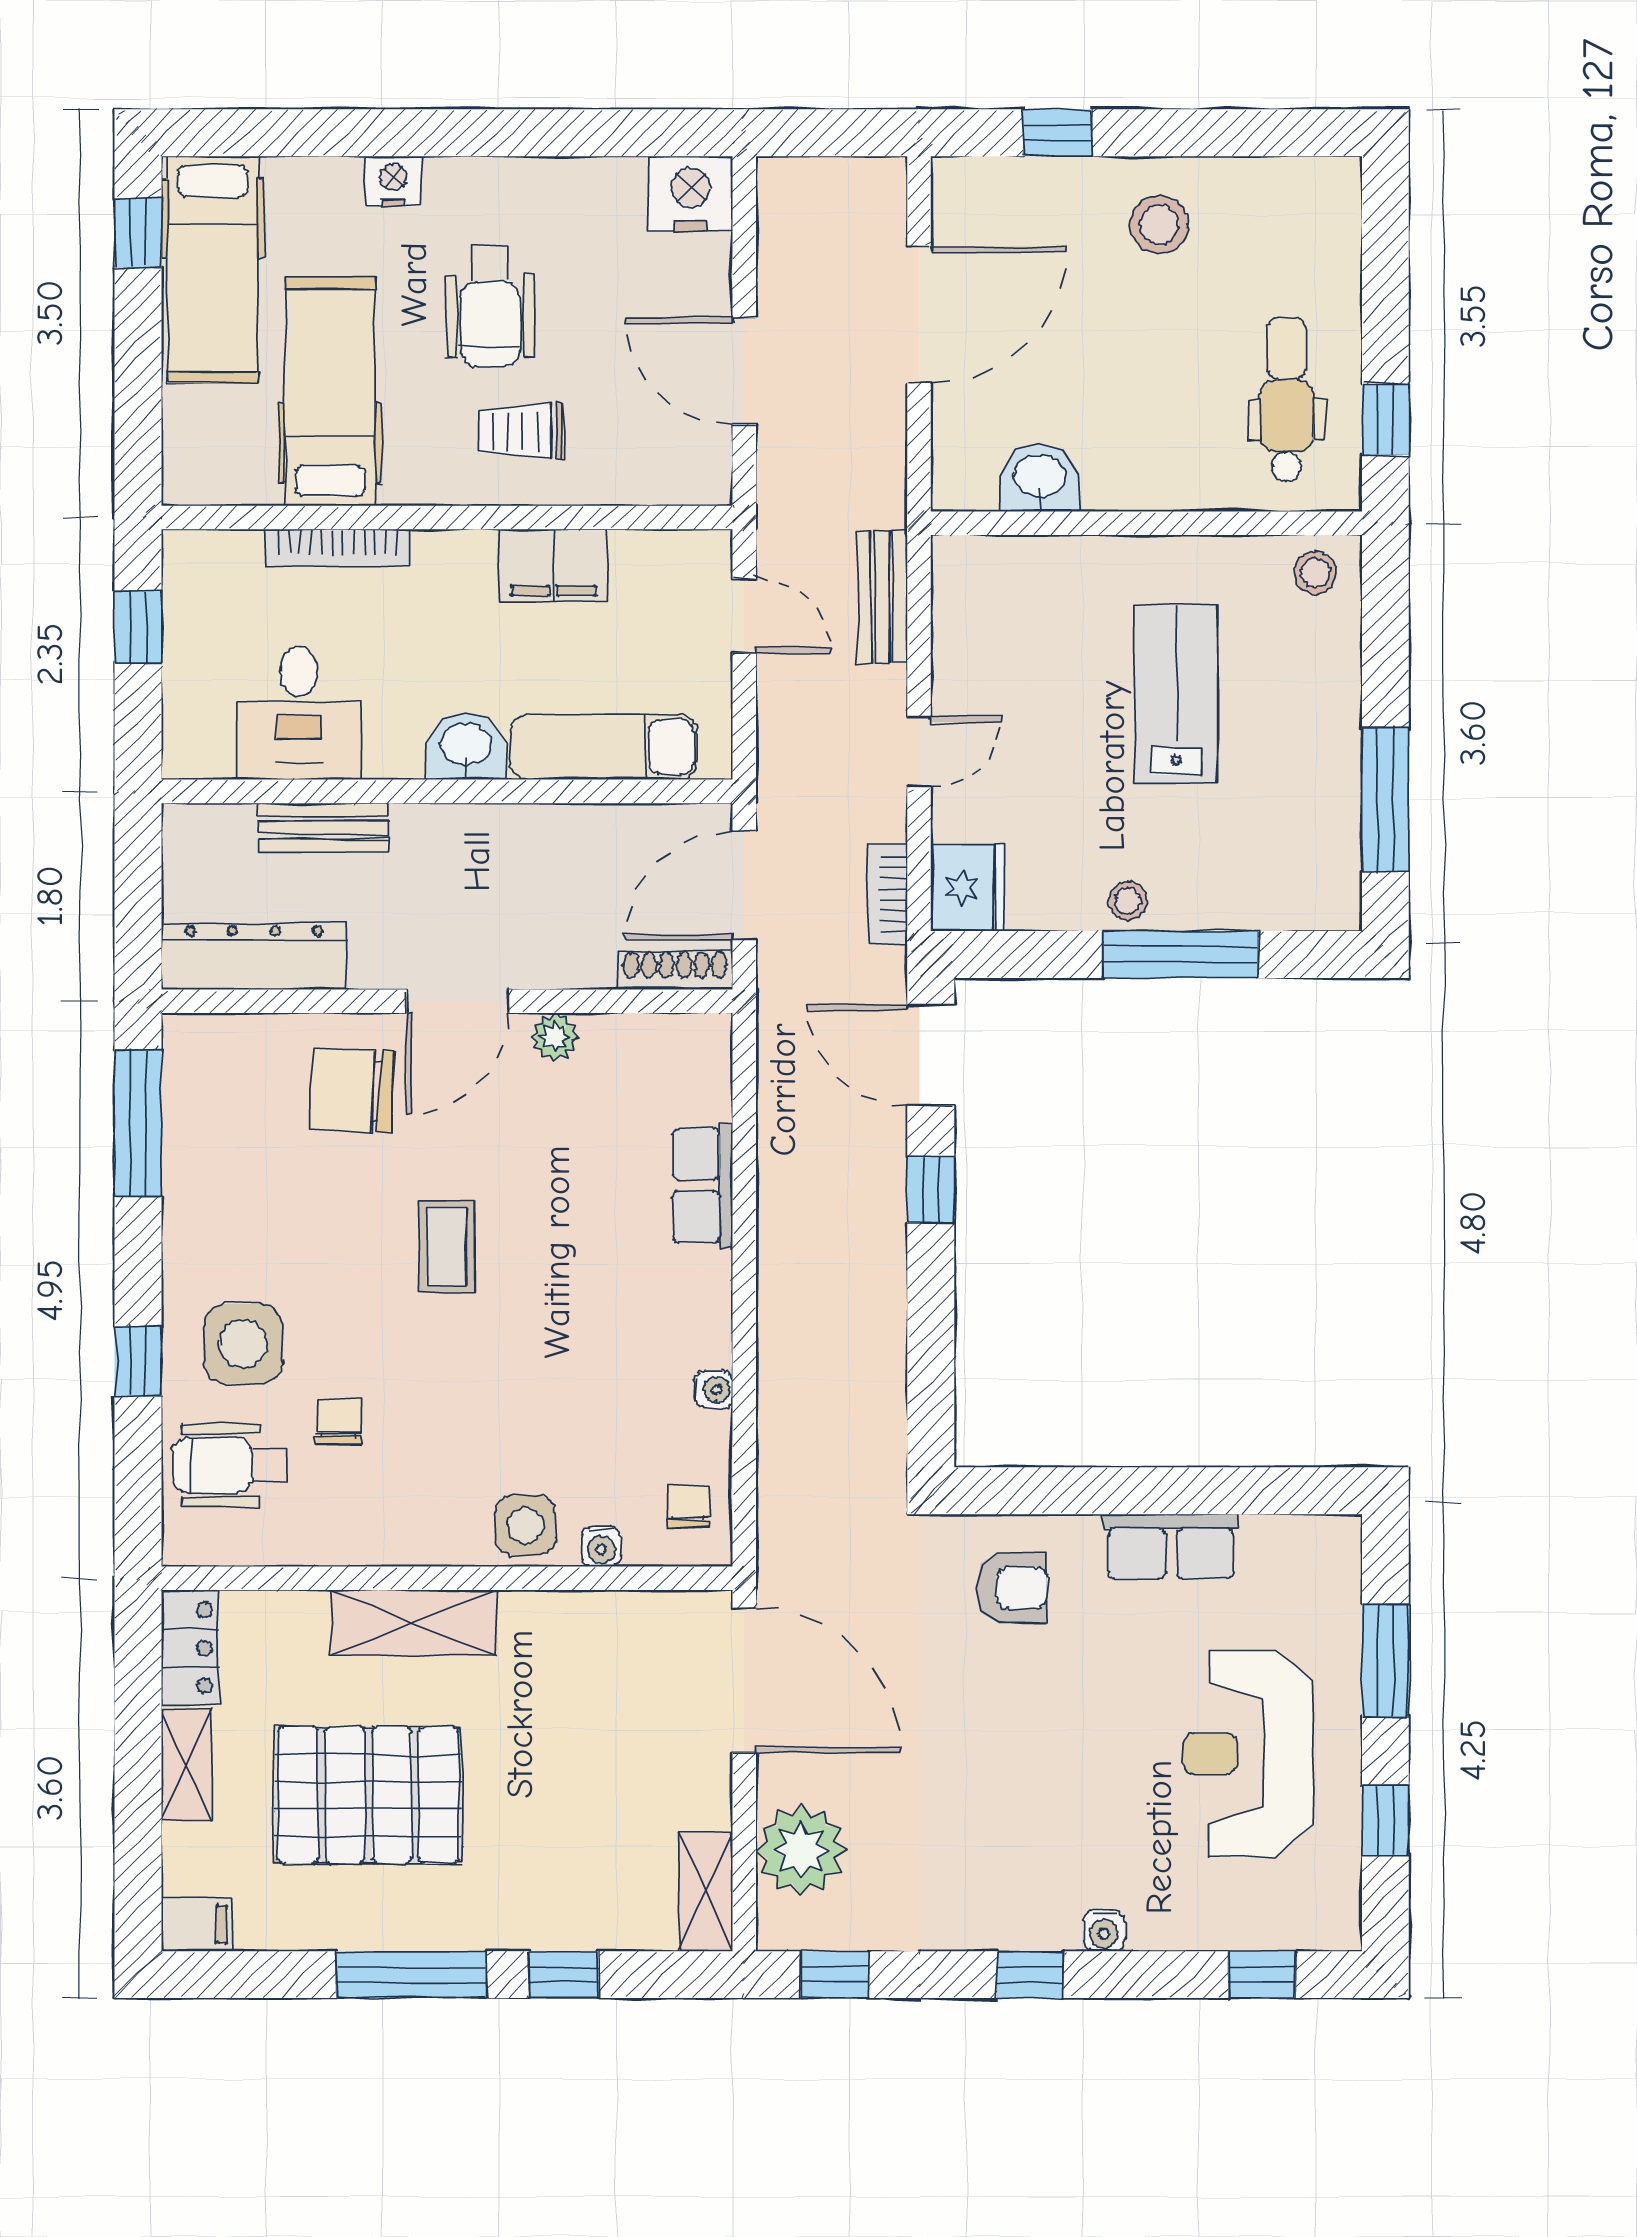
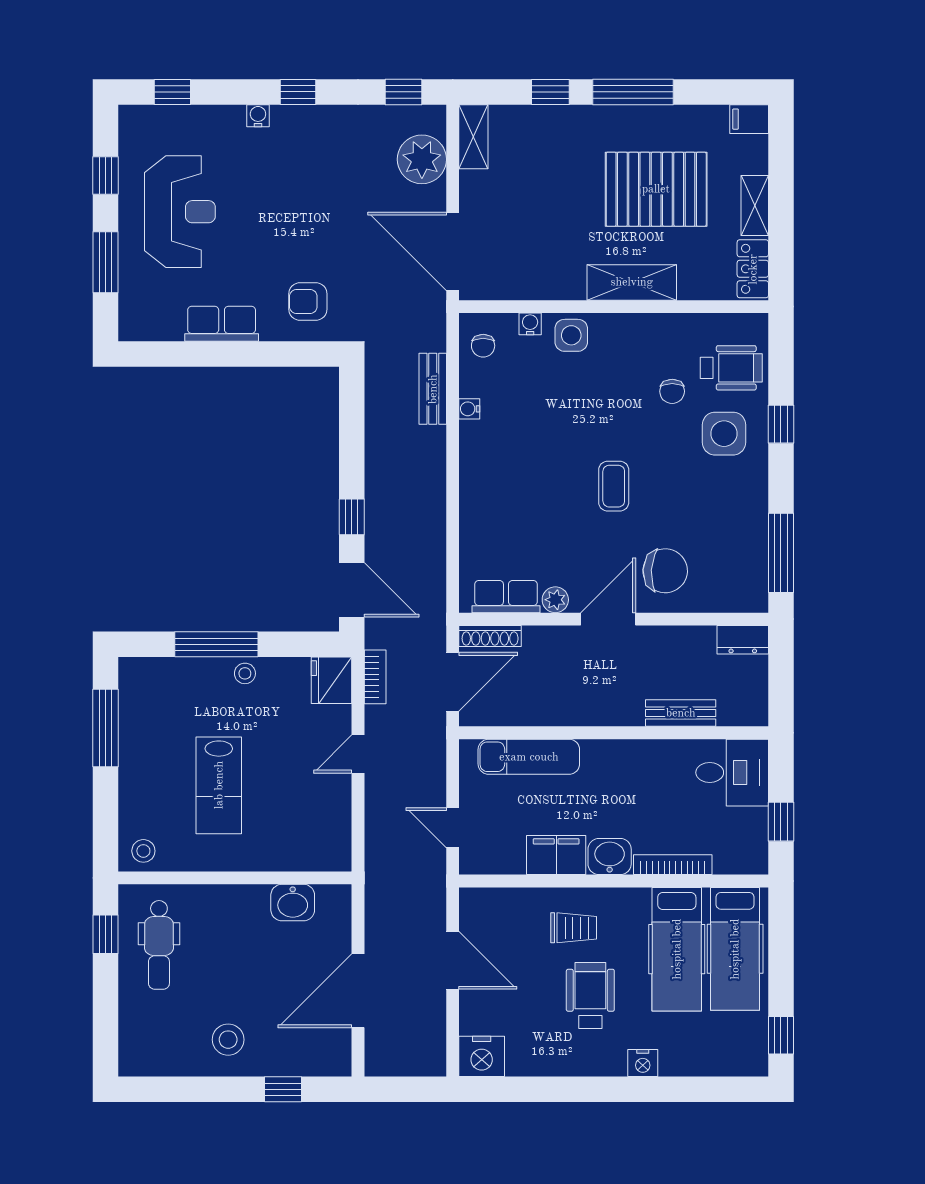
hospital bed: (213, 270) -> (735, 949), moved, turned 180
bench: (882, 597) -> (433, 389), moved
desk: (299, 713) -> (732, 773), moved, turned 90
washbasin: (466, 746) -> (610, 857), moved, turned 180
dresser: (254, 957) -> (743, 640), width x0.51, depth x0.80
row of seats: (703, 1186) -> (506, 597), moved, turned -90

